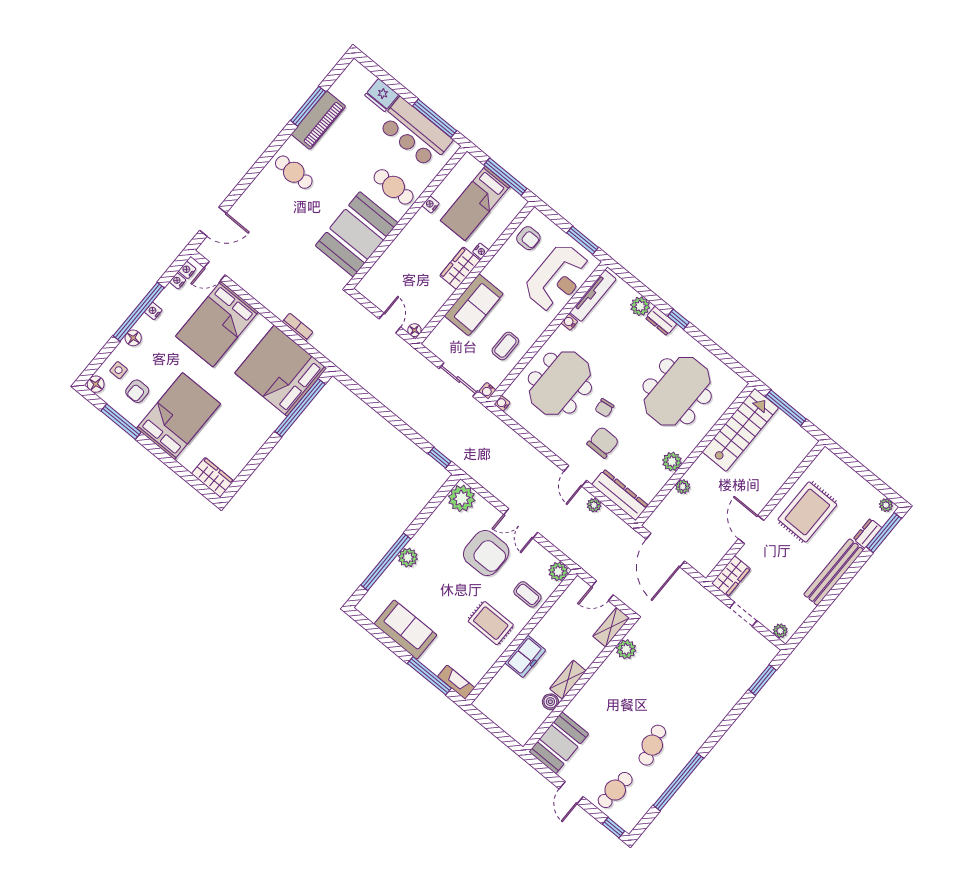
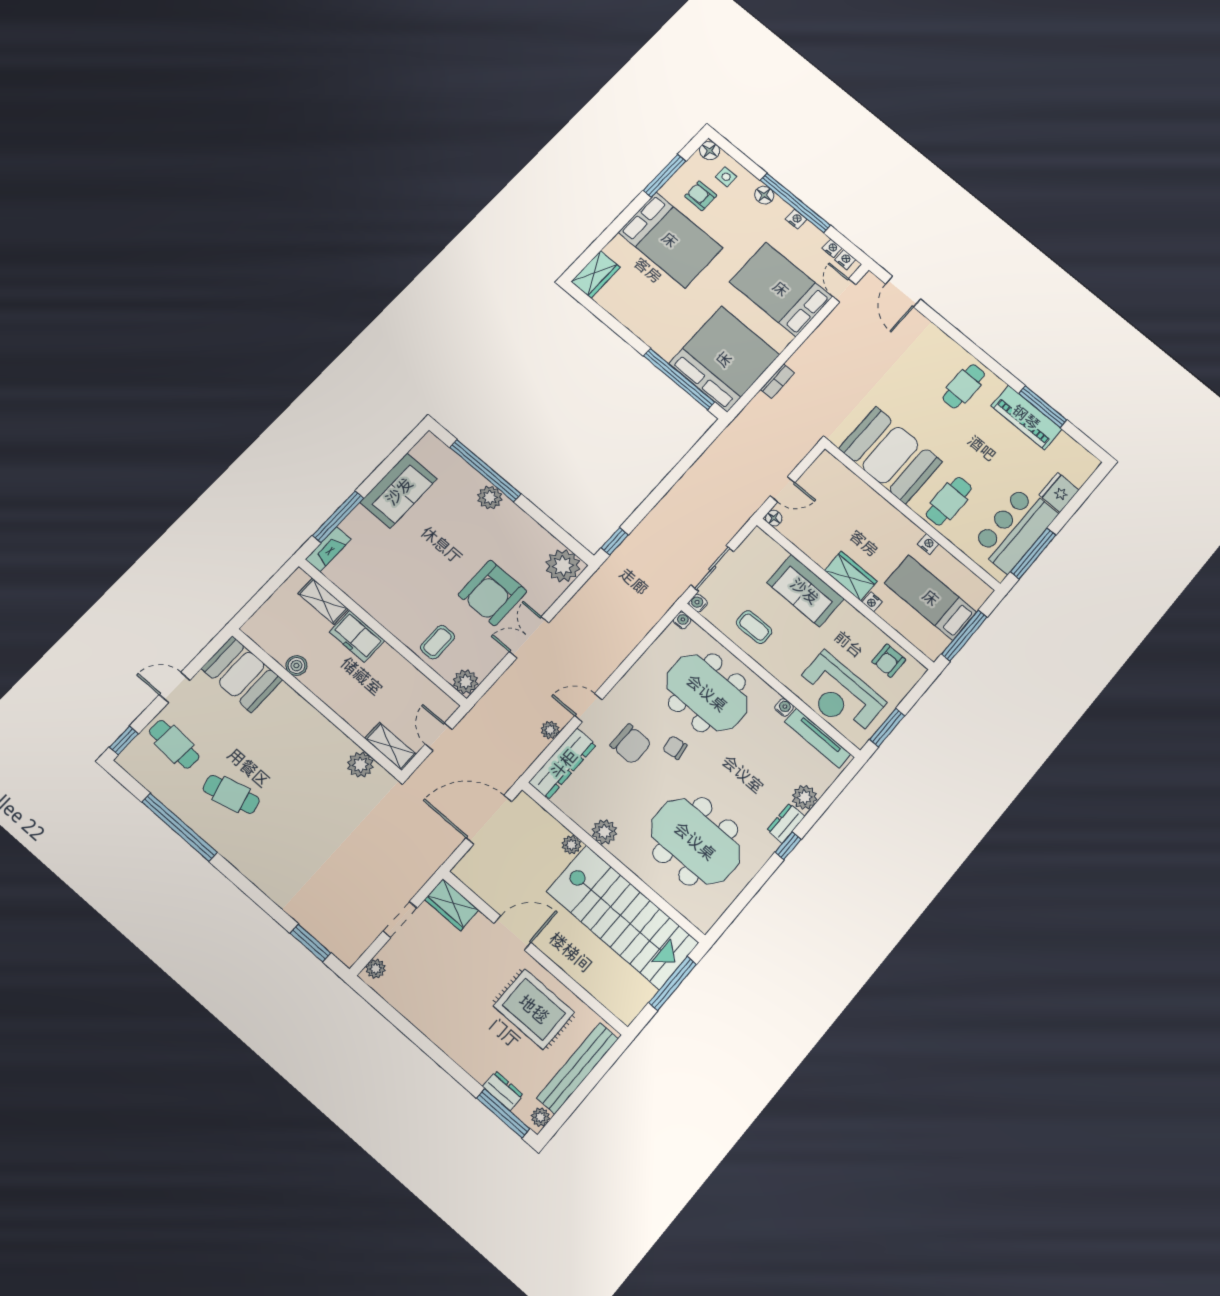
stairs: (740, 430) -> (623, 917), width x1.36, depth x1.51
bench: (834, 572) -> (578, 1068), moved, turned 90
rug: (491, 623) -> (402, 595), removed
shelving: (568, 680) -> (323, 601), moved

